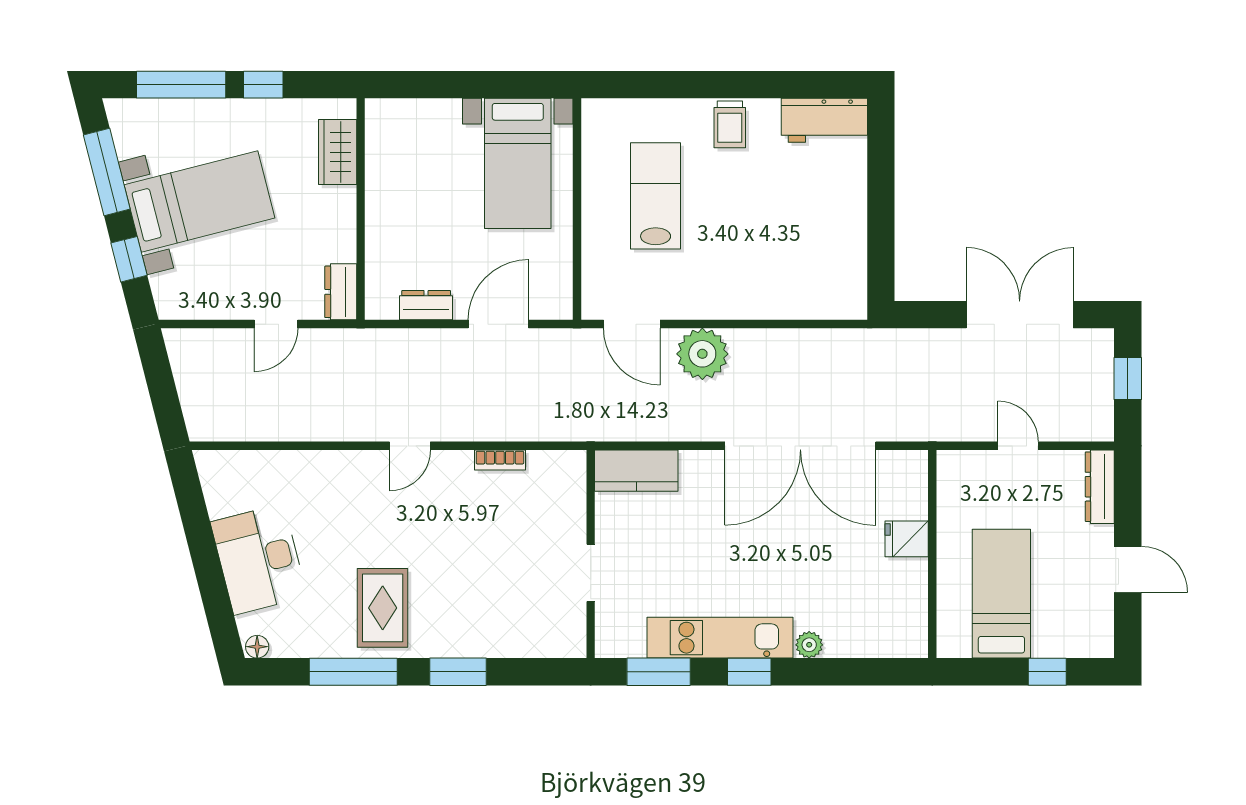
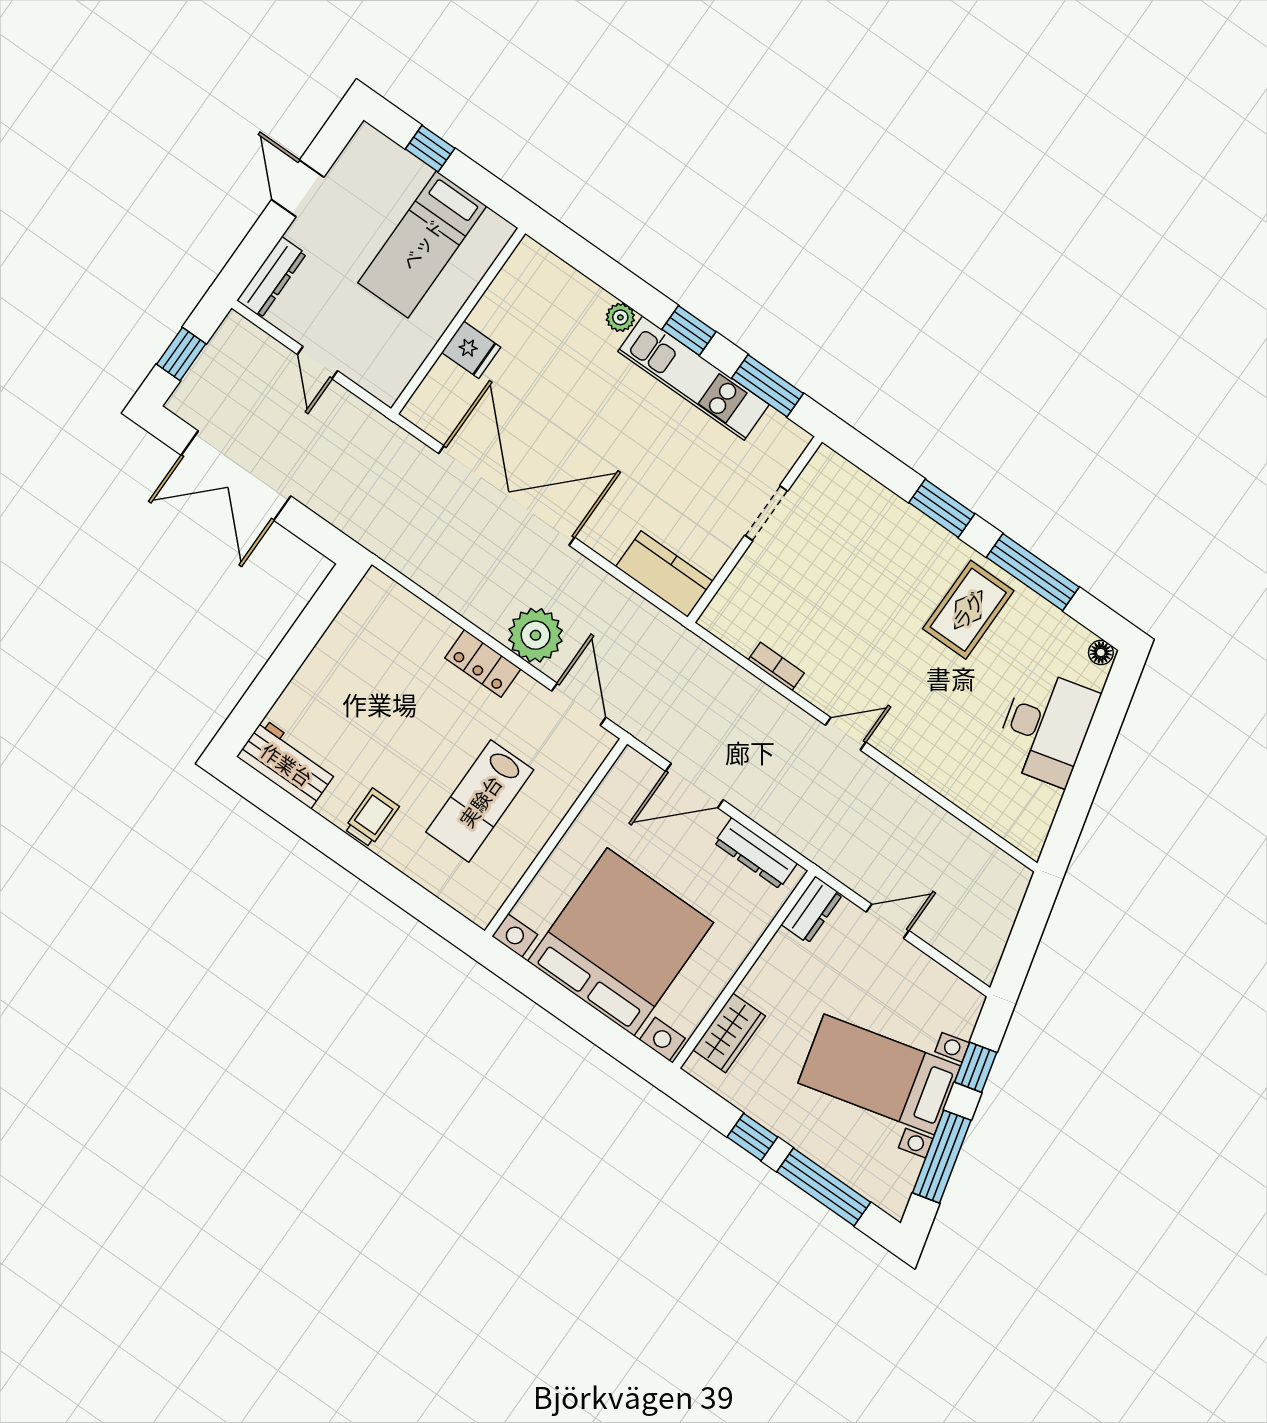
bed with nightstands: (518, 163) -> (620, 942), width x1.85
locker: (728, 304) -> (483, 663), added
dresser: (426, 305) -> (756, 853), width x1.44

